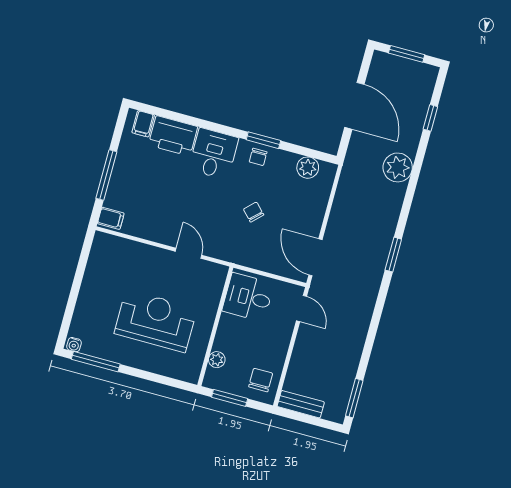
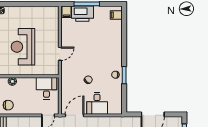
printer: (173, 136) -> (82, 14), moved, turned -90
desk: (213, 154) -> (97, 103), moved, turned 90
plant: (308, 168) -> (117, 100), removed
reception desk: (156, 321) -> (23, 47), turned 180

